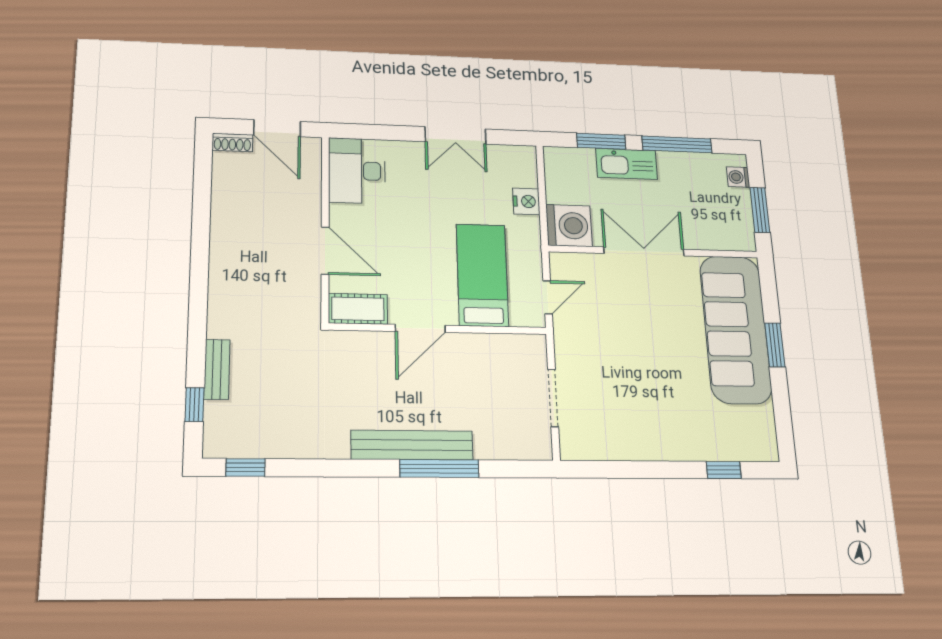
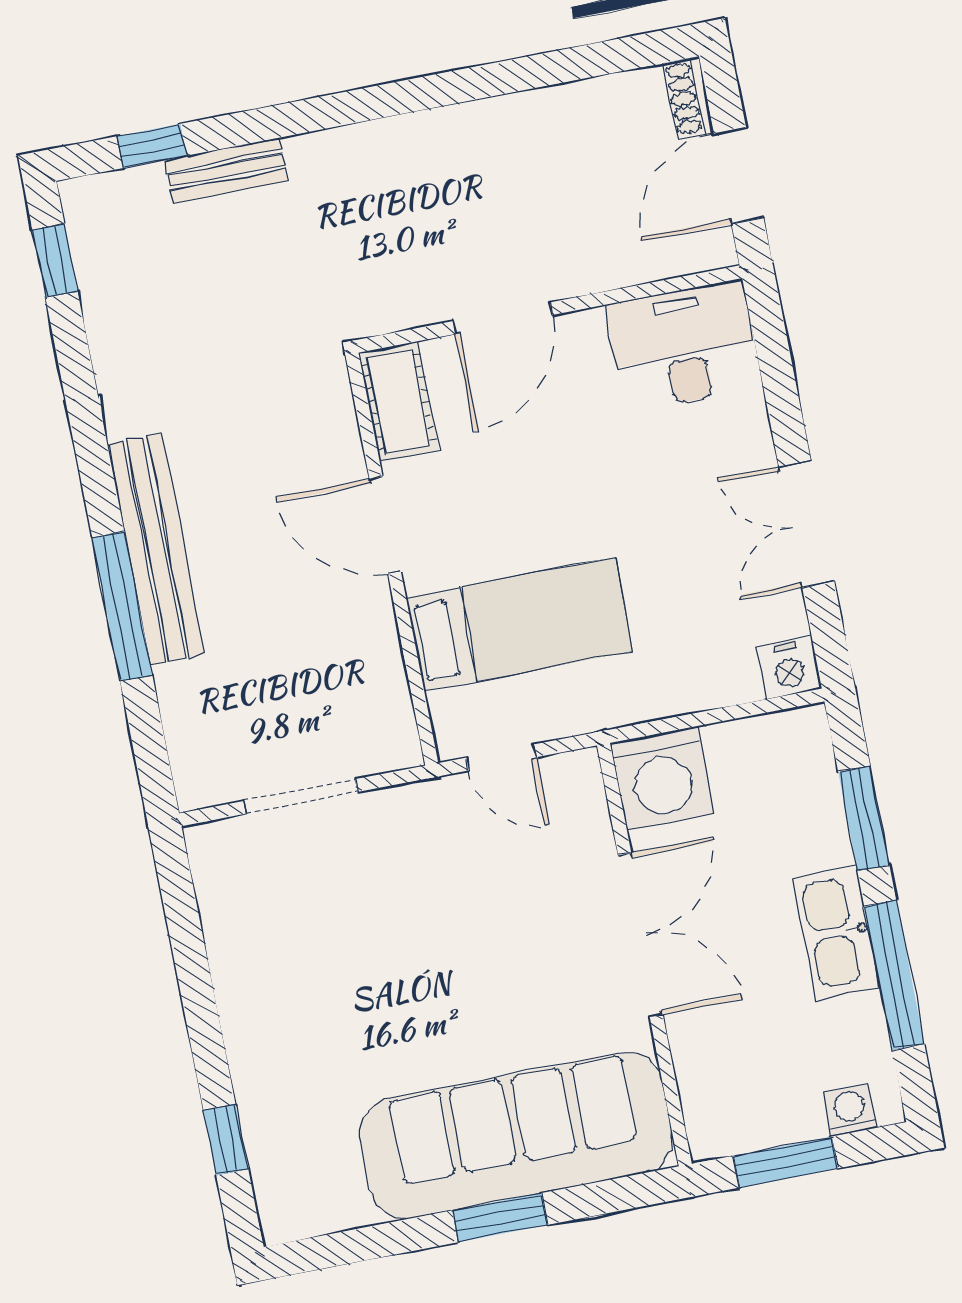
kitchen sink: (627, 164) -> (836, 932), moved
nightstand: (526, 201) -> (789, 668), moved

